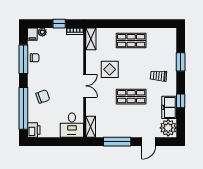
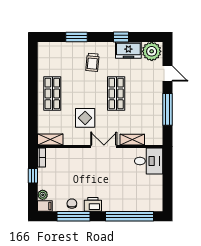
chair: (43, 97) -> (116, 194), removed
shelving: (91, 127) -> (132, 140), moved
printer: (34, 130) -> (93, 204), moved

